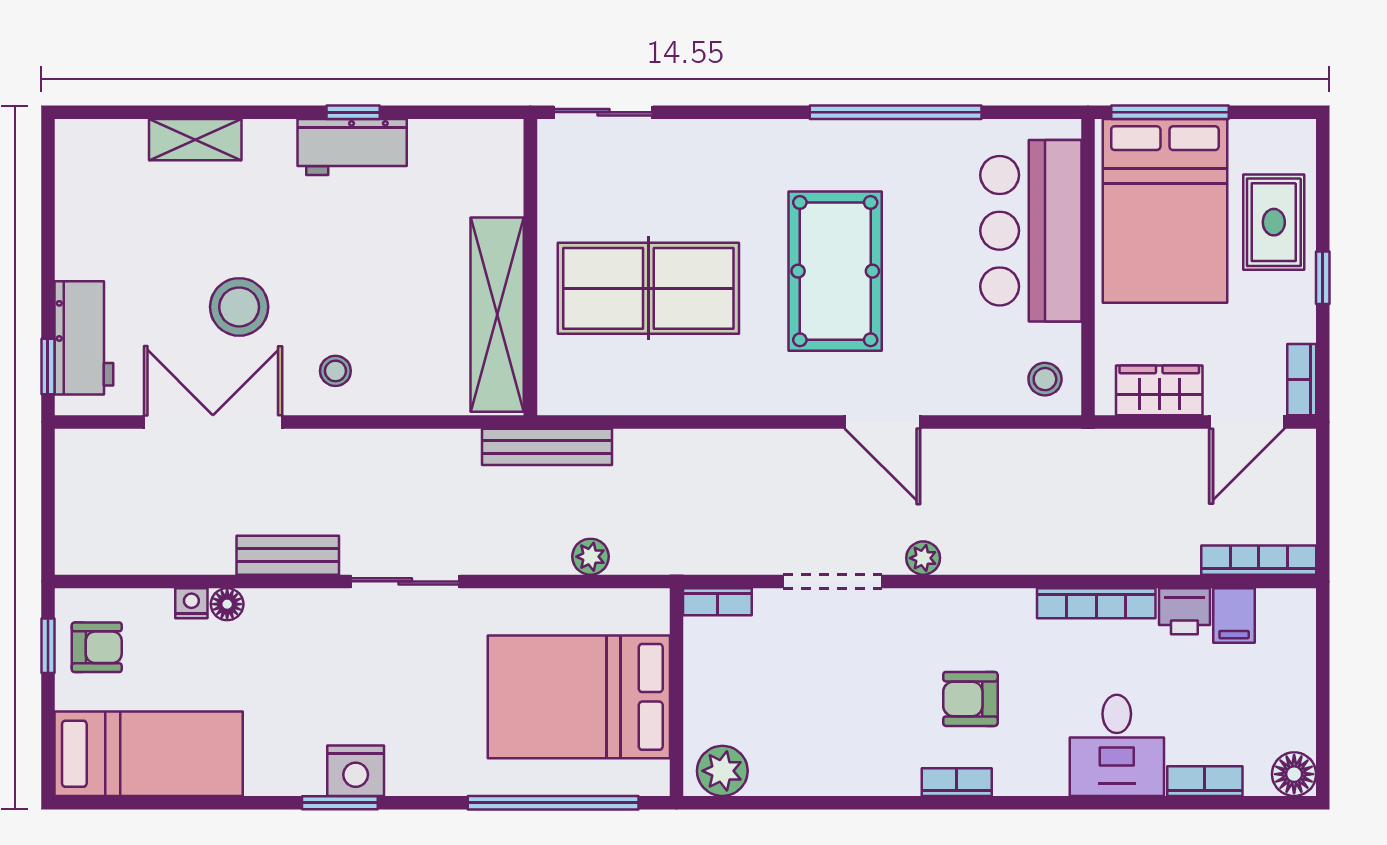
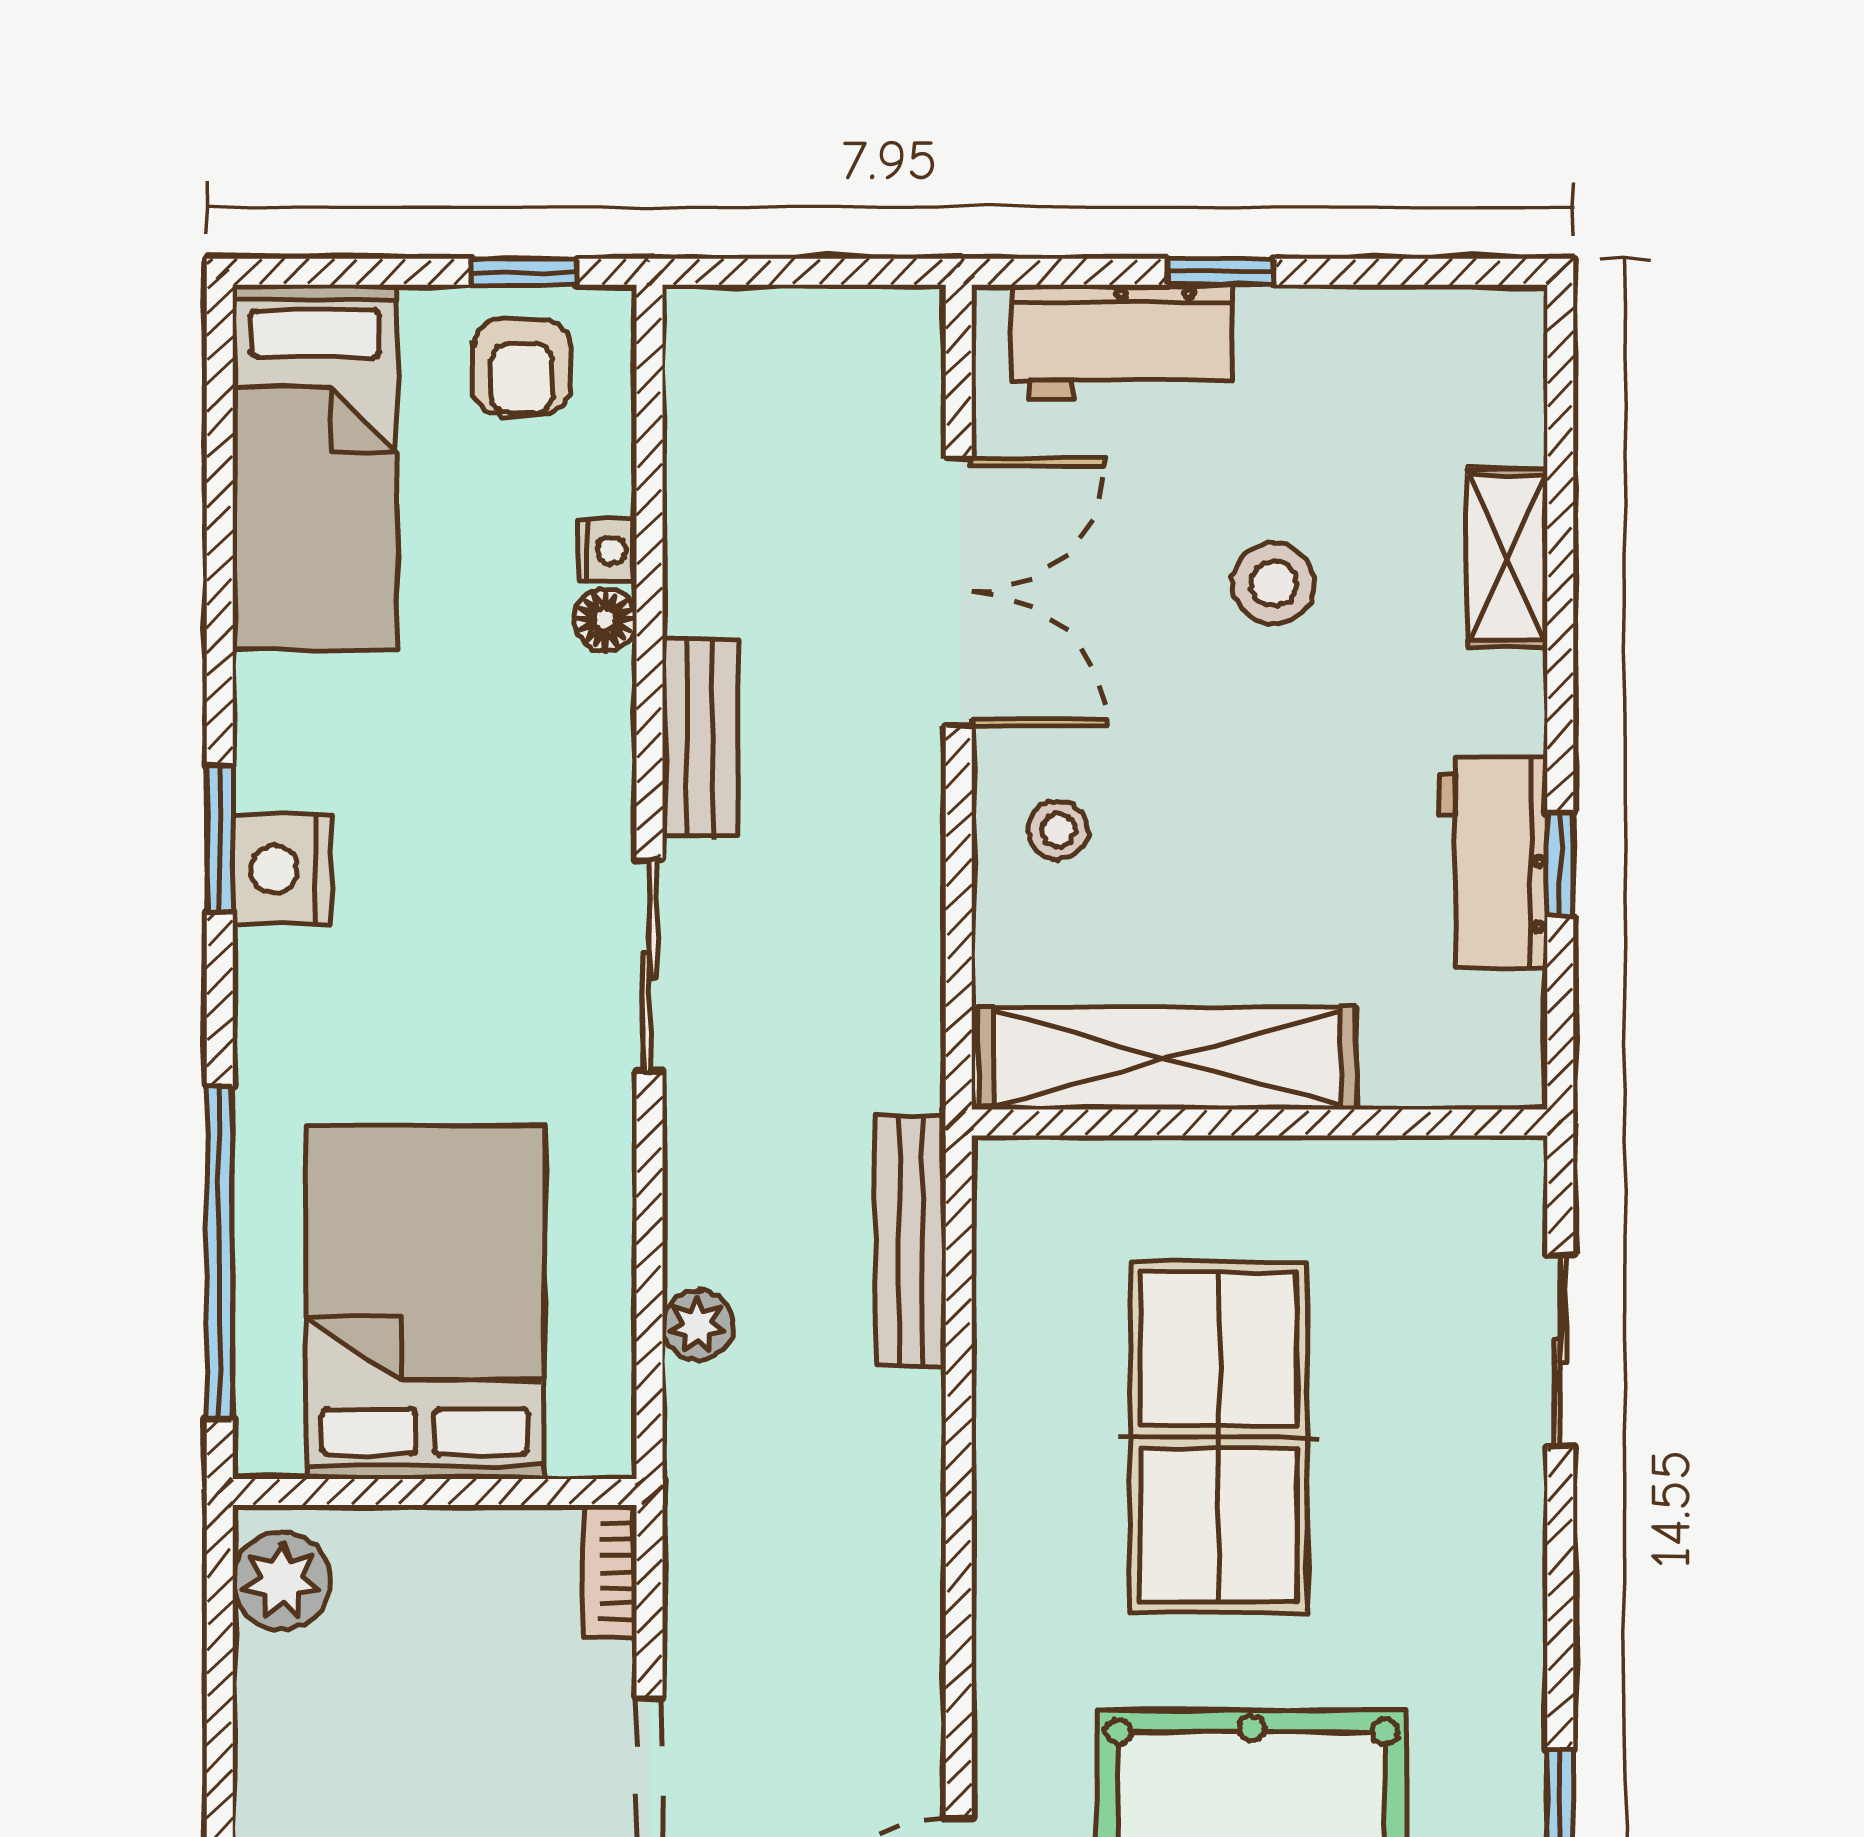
wall: (530, 267) -> (1259, 1122), moved
stool: (239, 307) -> (1274, 584), moved, width x0.73, depth x0.73
shelving: (497, 315) -> (1167, 1058), moved
window: (48, 367) -> (1221, 272), moved

